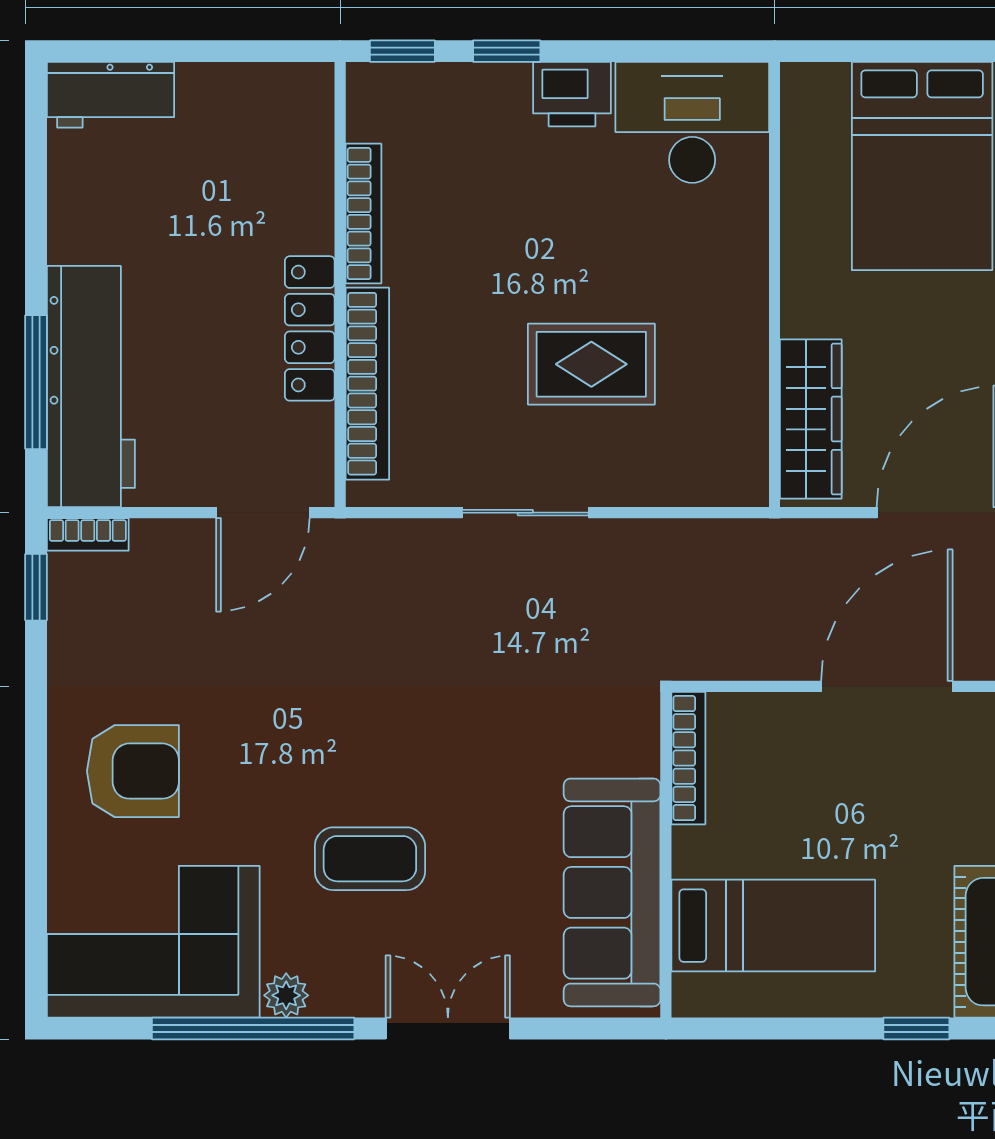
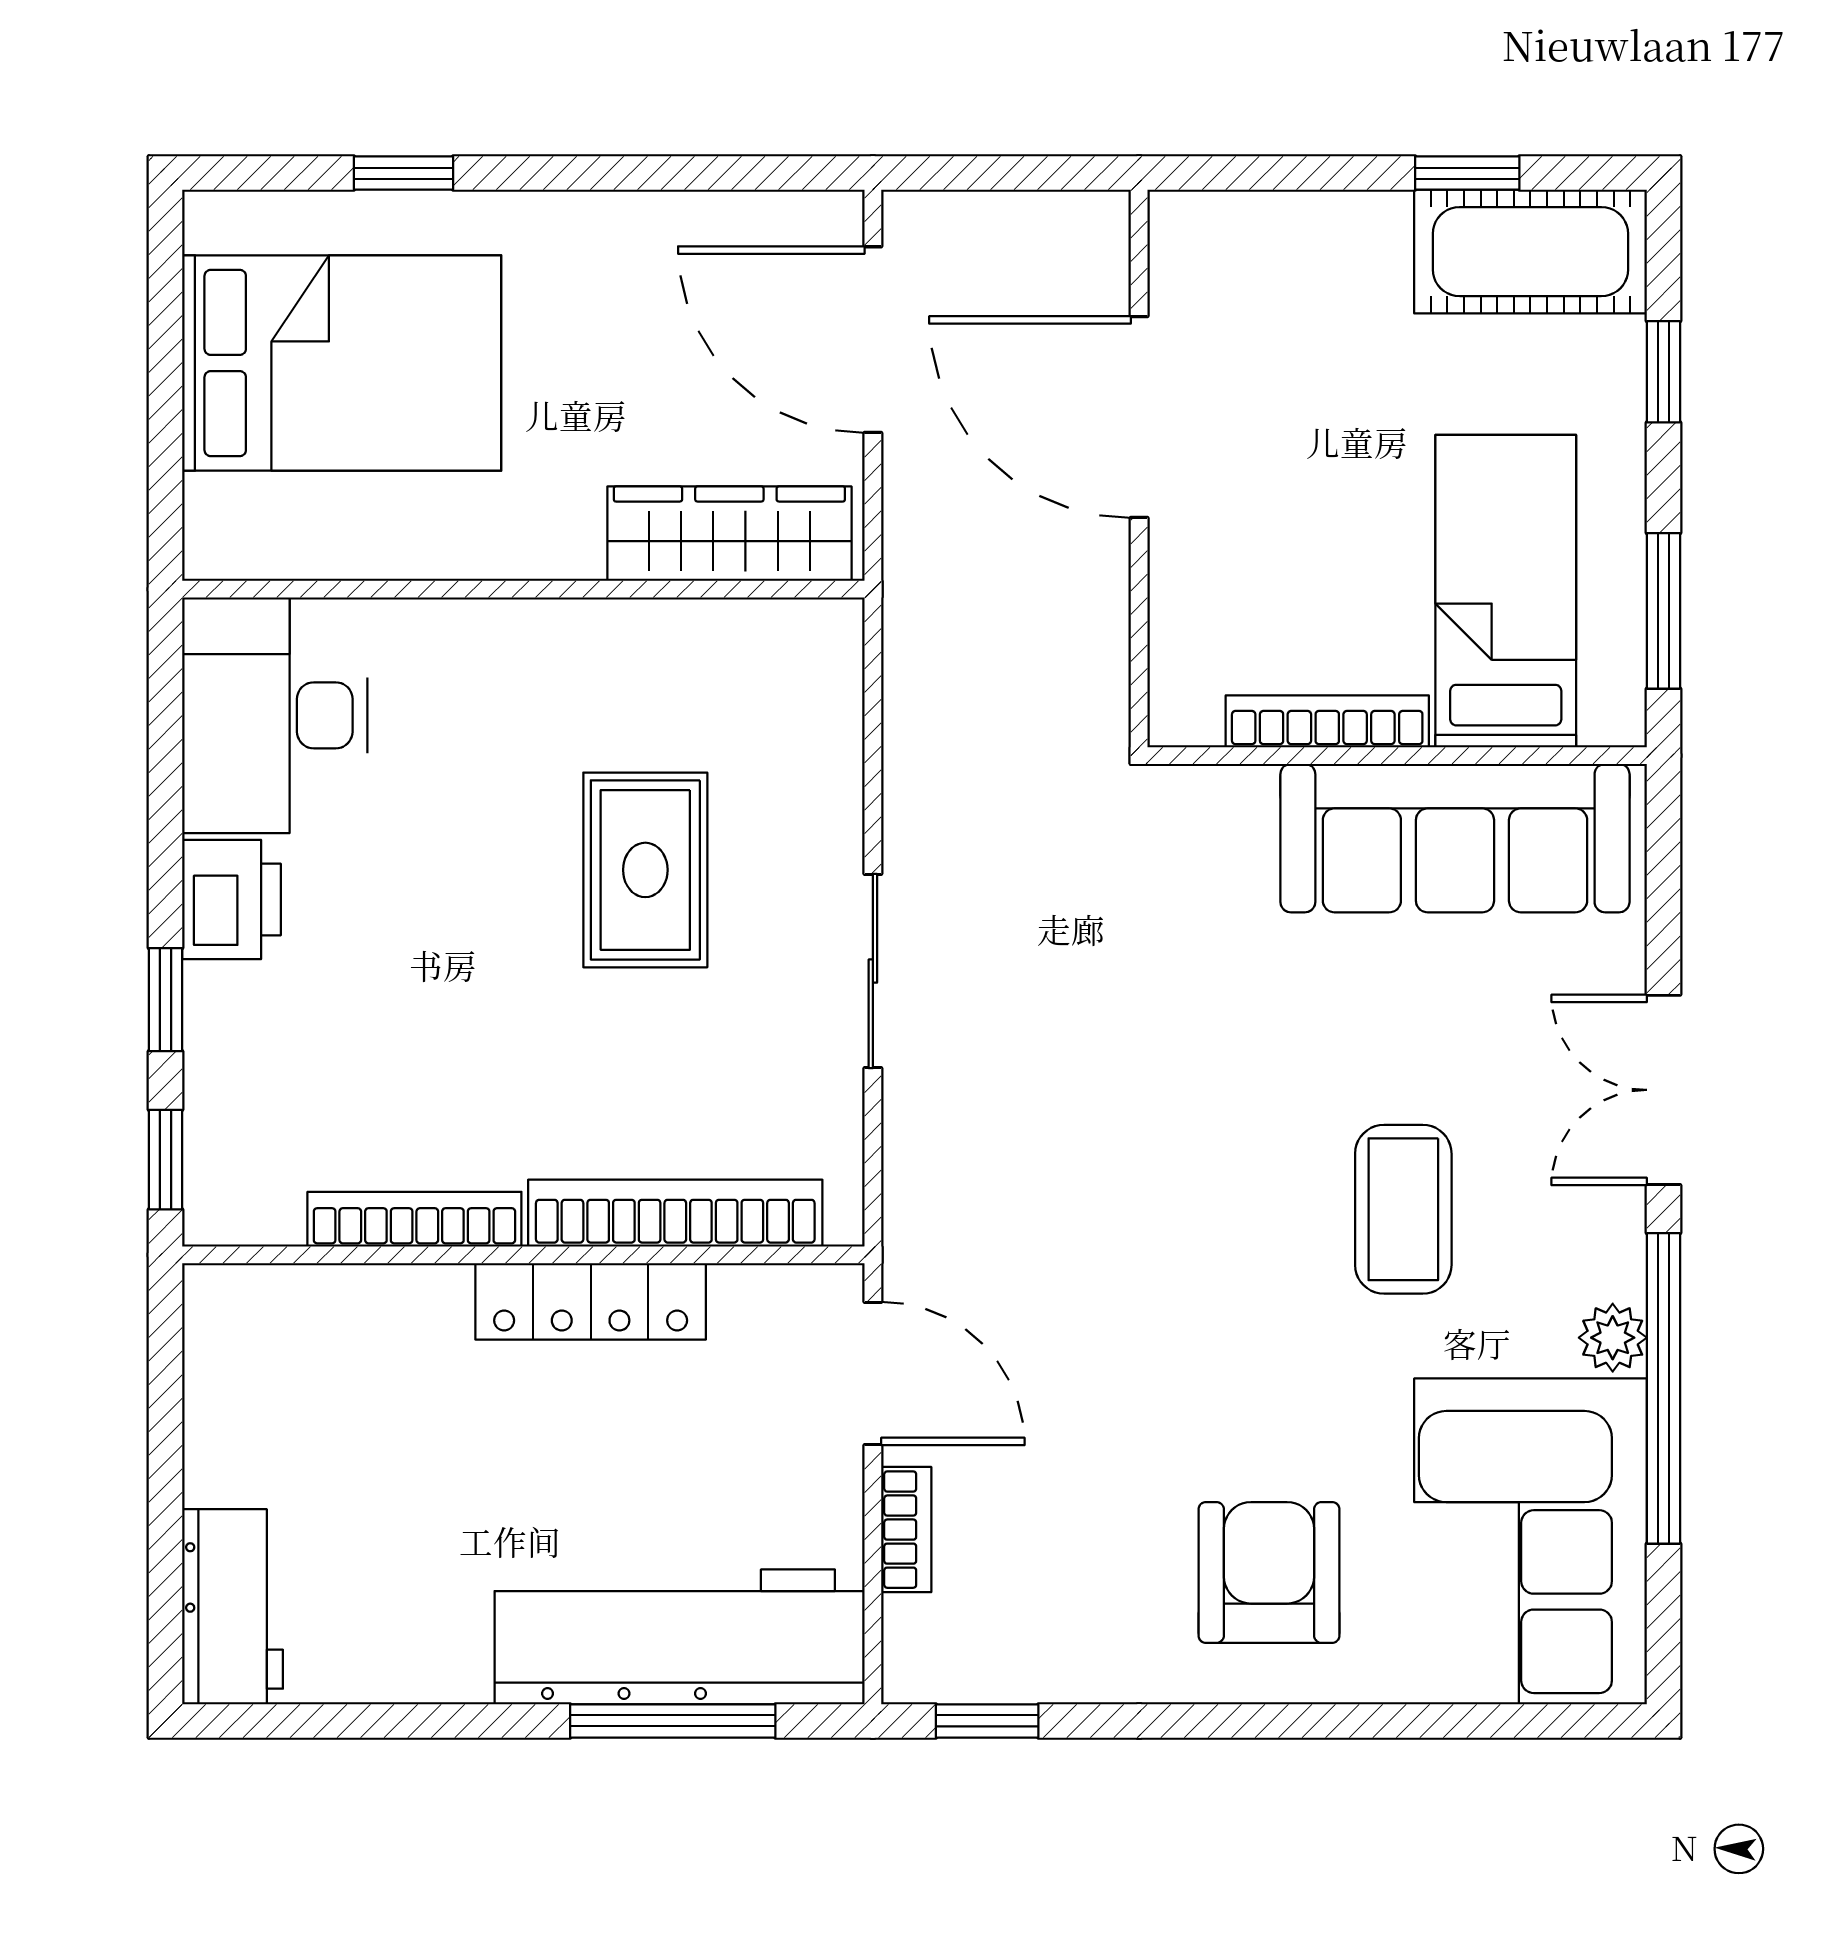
bookcase: (88, 534) -> (906, 1530), moved
bookcase: (688, 758) -> (1327, 721), moved
window: (760, 1028) -> (1663, 611), added

